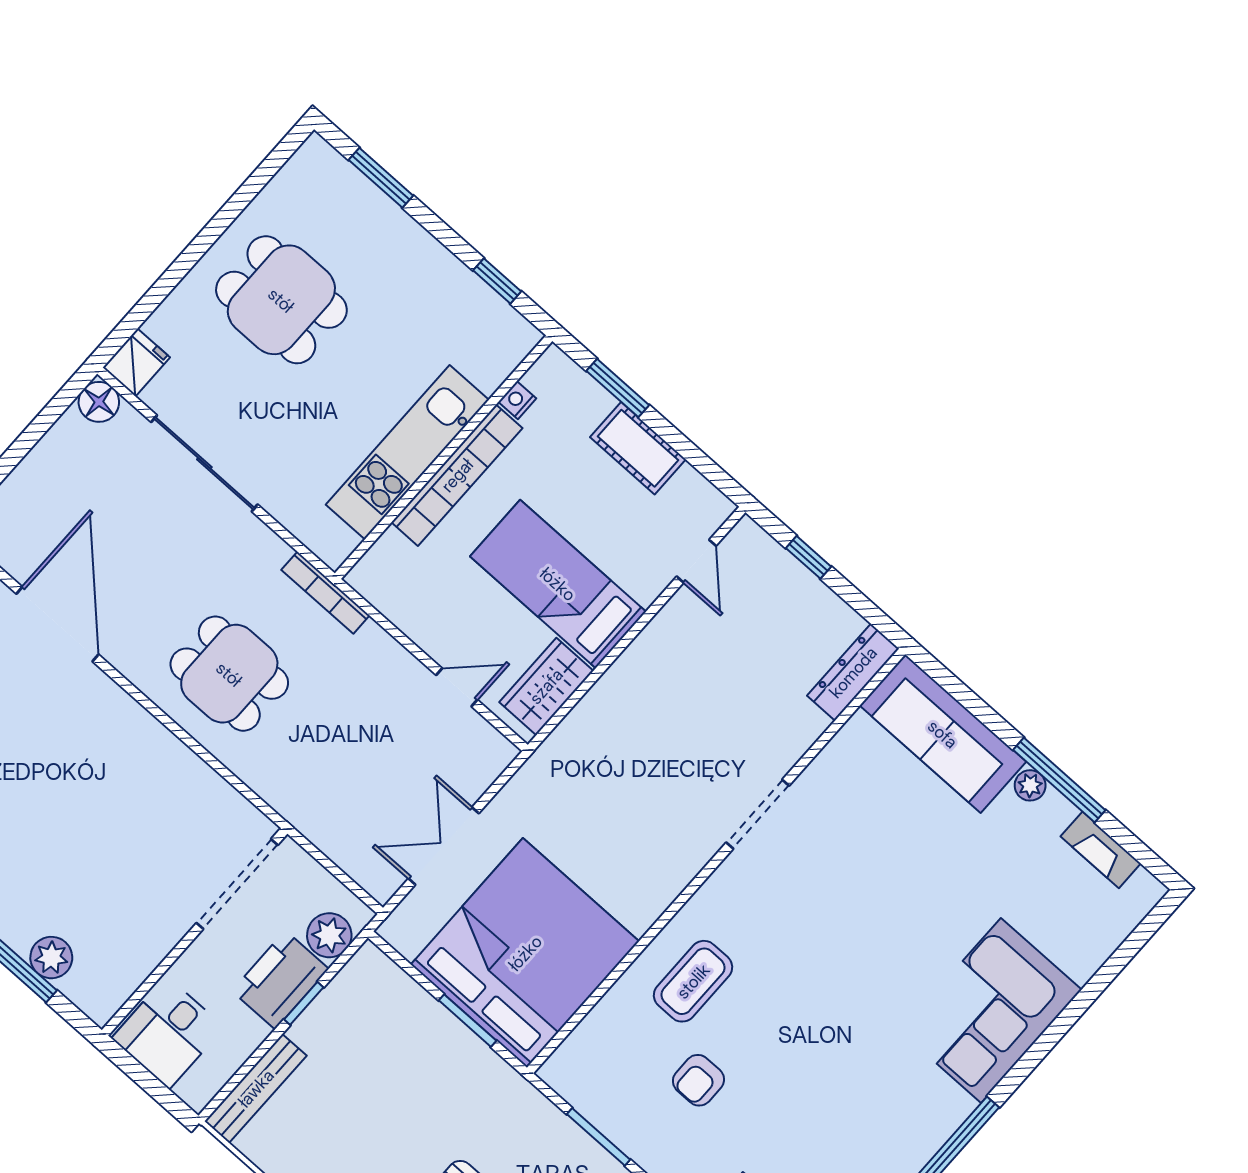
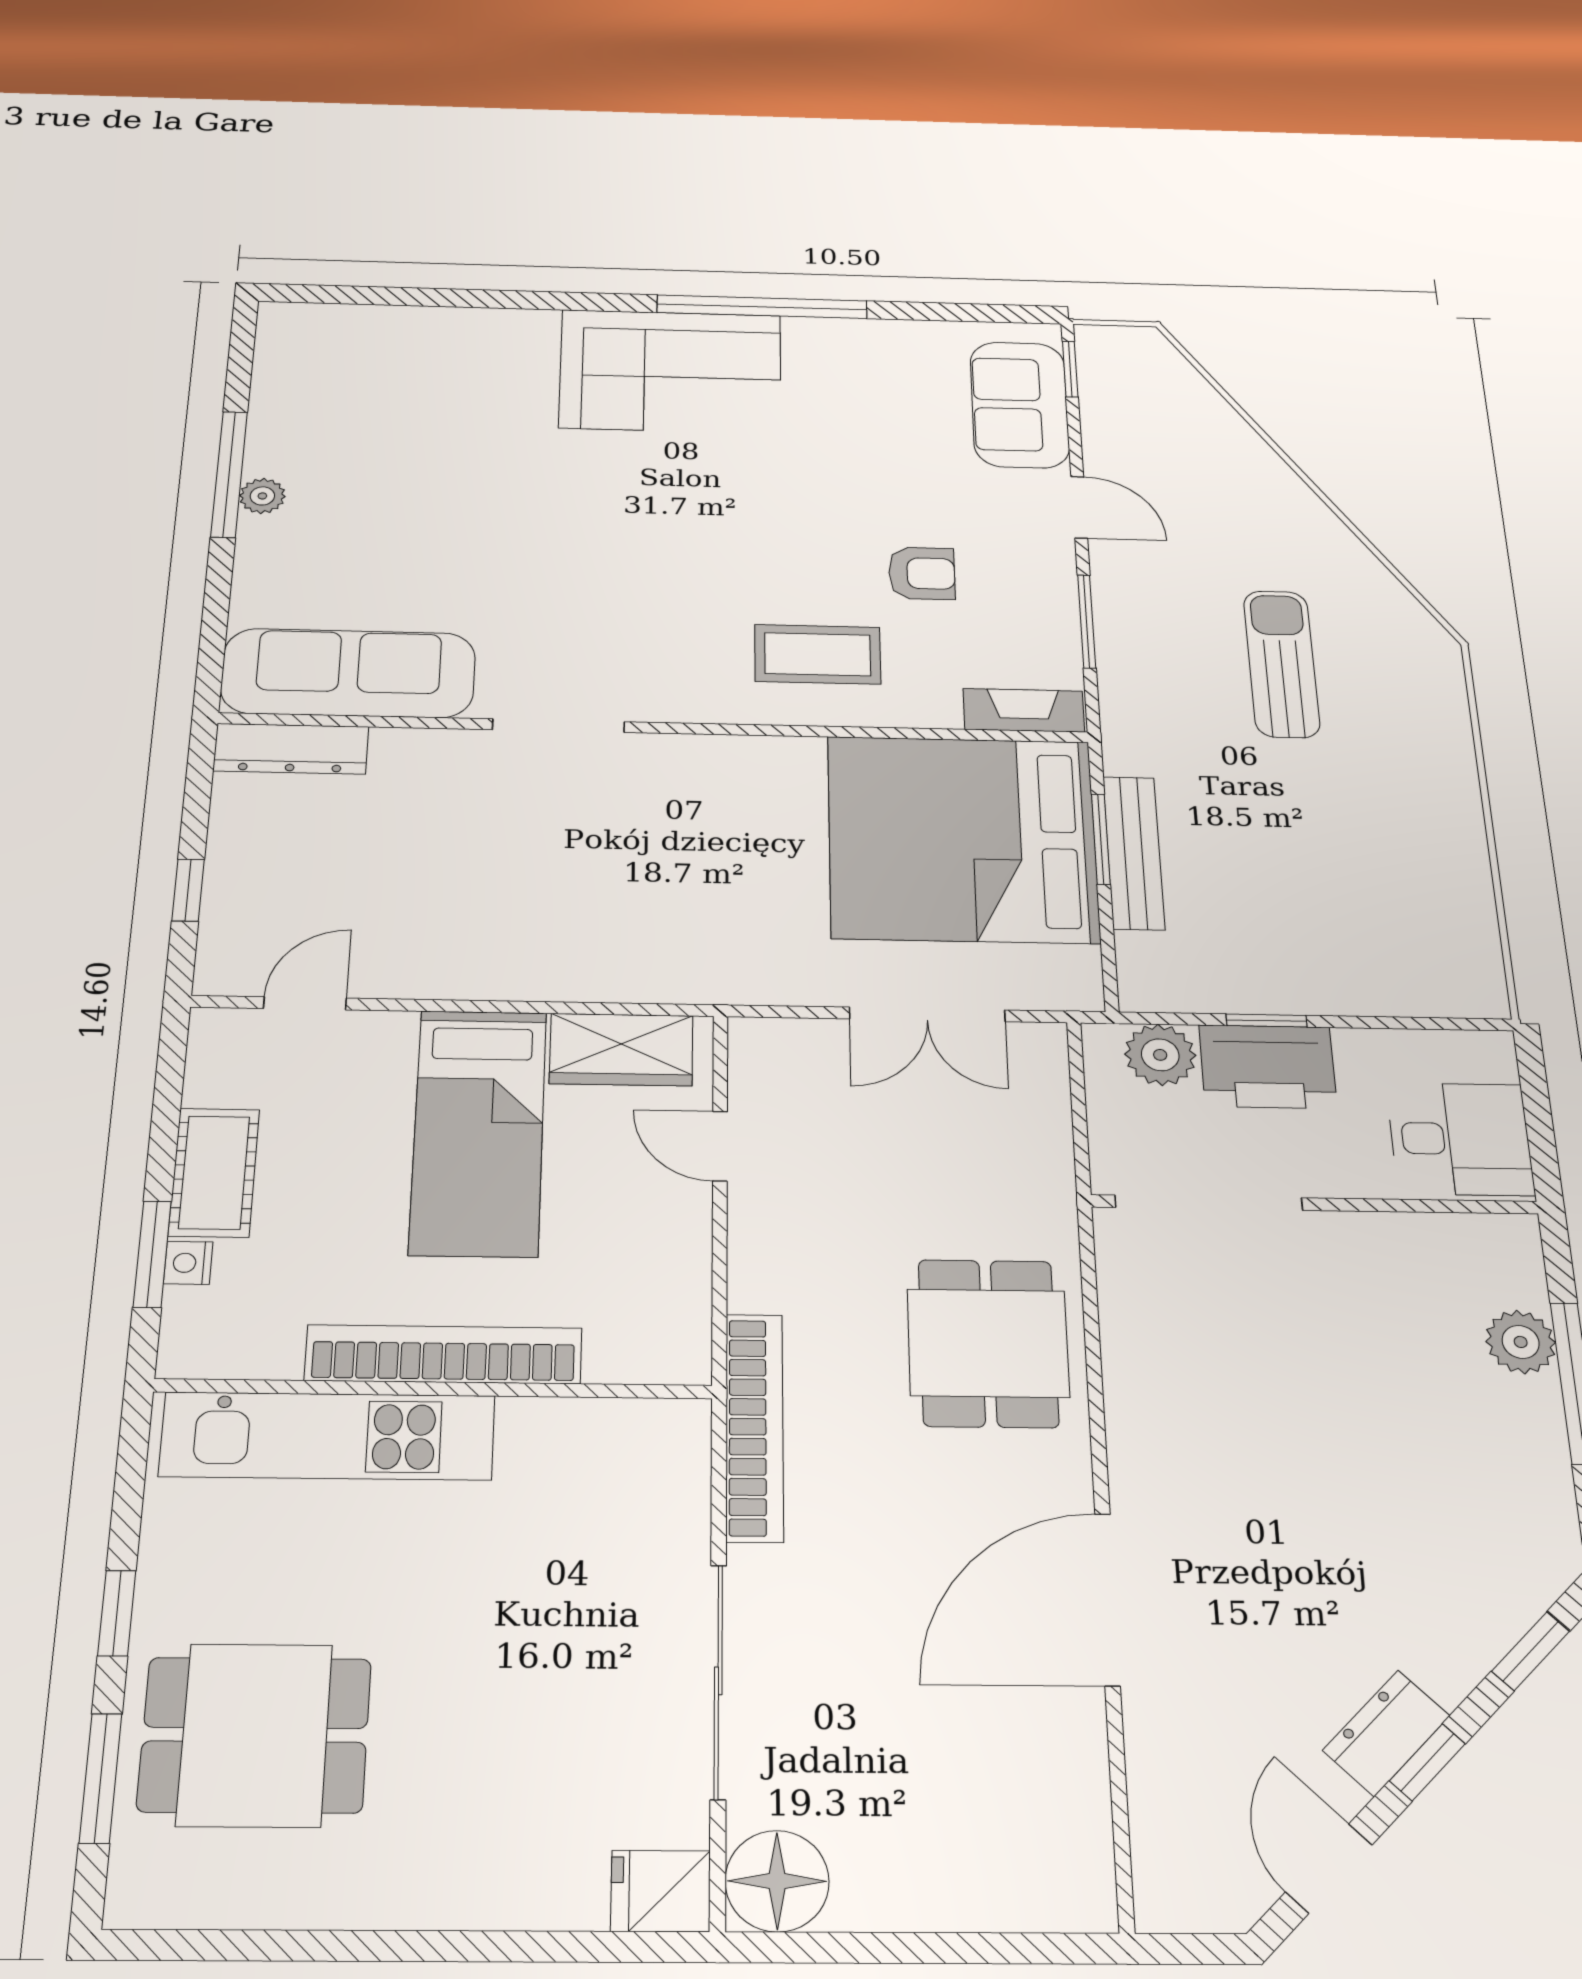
window: (497, 281) -> (117, 1613), moved
dining table: (281, 300) -> (255, 1735), moved, turned 90
nightstand: (517, 400) -> (188, 1263), moved, turned 90
floor lamp: (99, 402) -> (777, 1881), width x1.38, depth x1.38
kitchen unit: (407, 452) -> (328, 1436), moved
bookcase: (325, 593) -> (754, 1427), width x1.48, depth x1.31
door: (57, 624) -> (1107, 1599), moved
dining table: (229, 674) -> (988, 1343), moved
sofa: (943, 734) -> (348, 673), moved, turned -90
fireplace: (1101, 850) -> (1024, 710), moved, turned -90
corner sofa: (991, 1010) -> (671, 371), moved
bench: (256, 1088) -> (1134, 853), moved, turned 90

